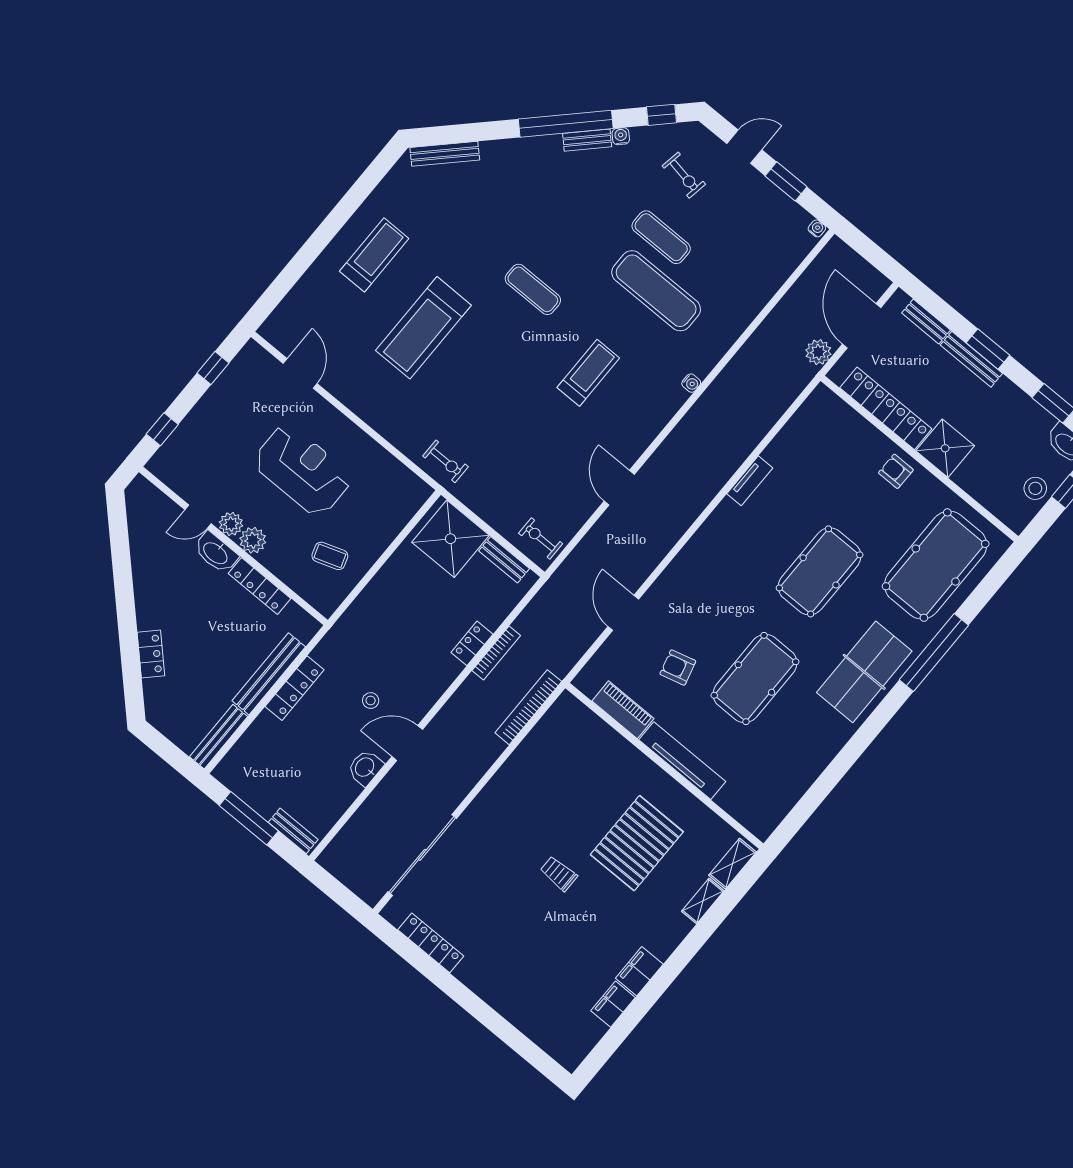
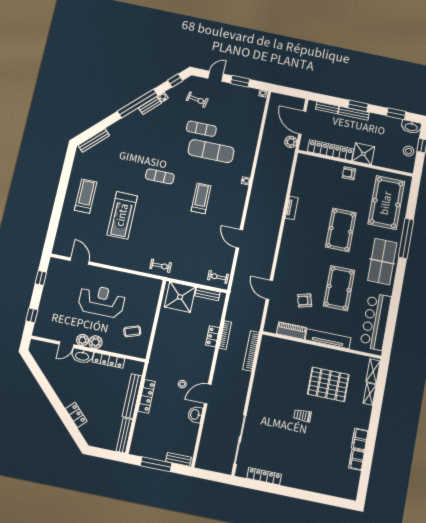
bar counter: (789, 776) -> (376, 321), added
pallet: (637, 843) -> (328, 384), turned 90

